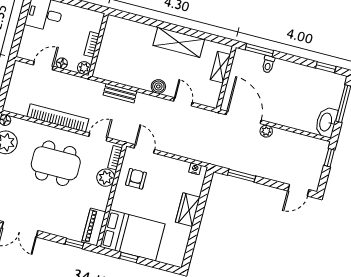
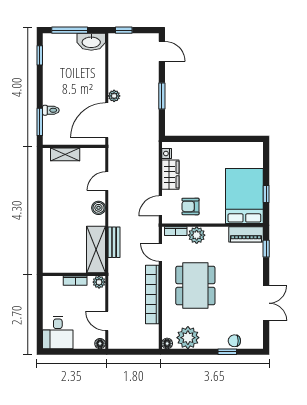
shelving: (179, 42) -> (96, 249), moved
floor lamp: (62, 63) -> (100, 344), moved
window: (242, 176) -> (162, 96), moved
wardrobe: (188, 210) -> (170, 175), moved, turned -90

